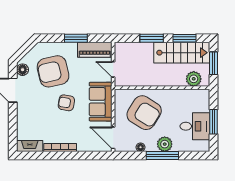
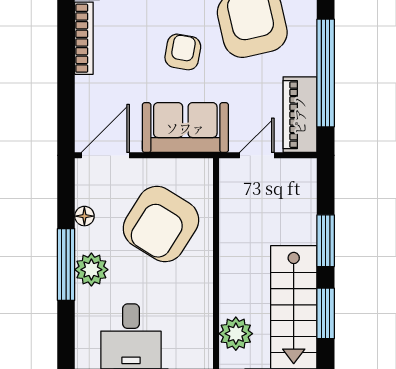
window: (76, 38) -> (326, 73), width x2.11

